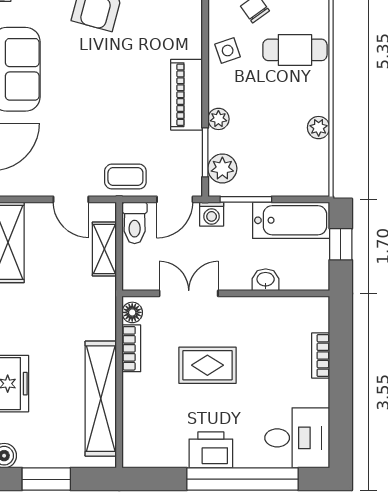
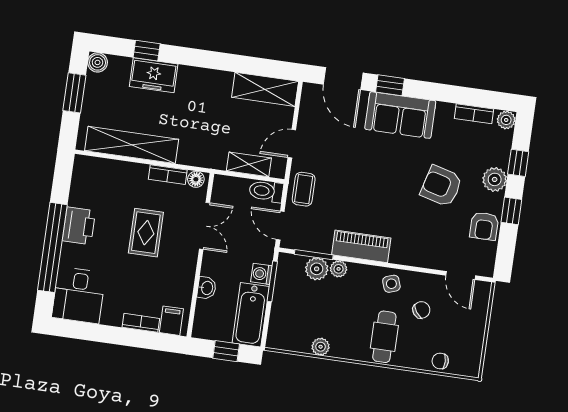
plant: (222, 168) -> (317, 269), moved
washing machine: (212, 214) -> (261, 274), moved
filing cabinet: (313, 318) -> (171, 321), added

